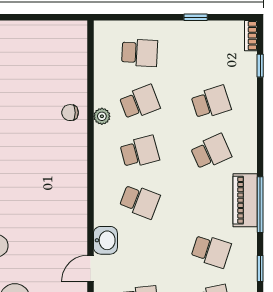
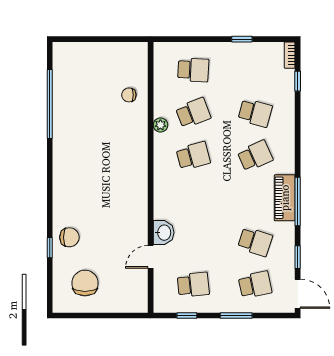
school desk: (211, 102) -> (255, 113), turned 33
chair: (70, 113) -> (129, 95), moved
school desk: (140, 201) -> (193, 199), removed

